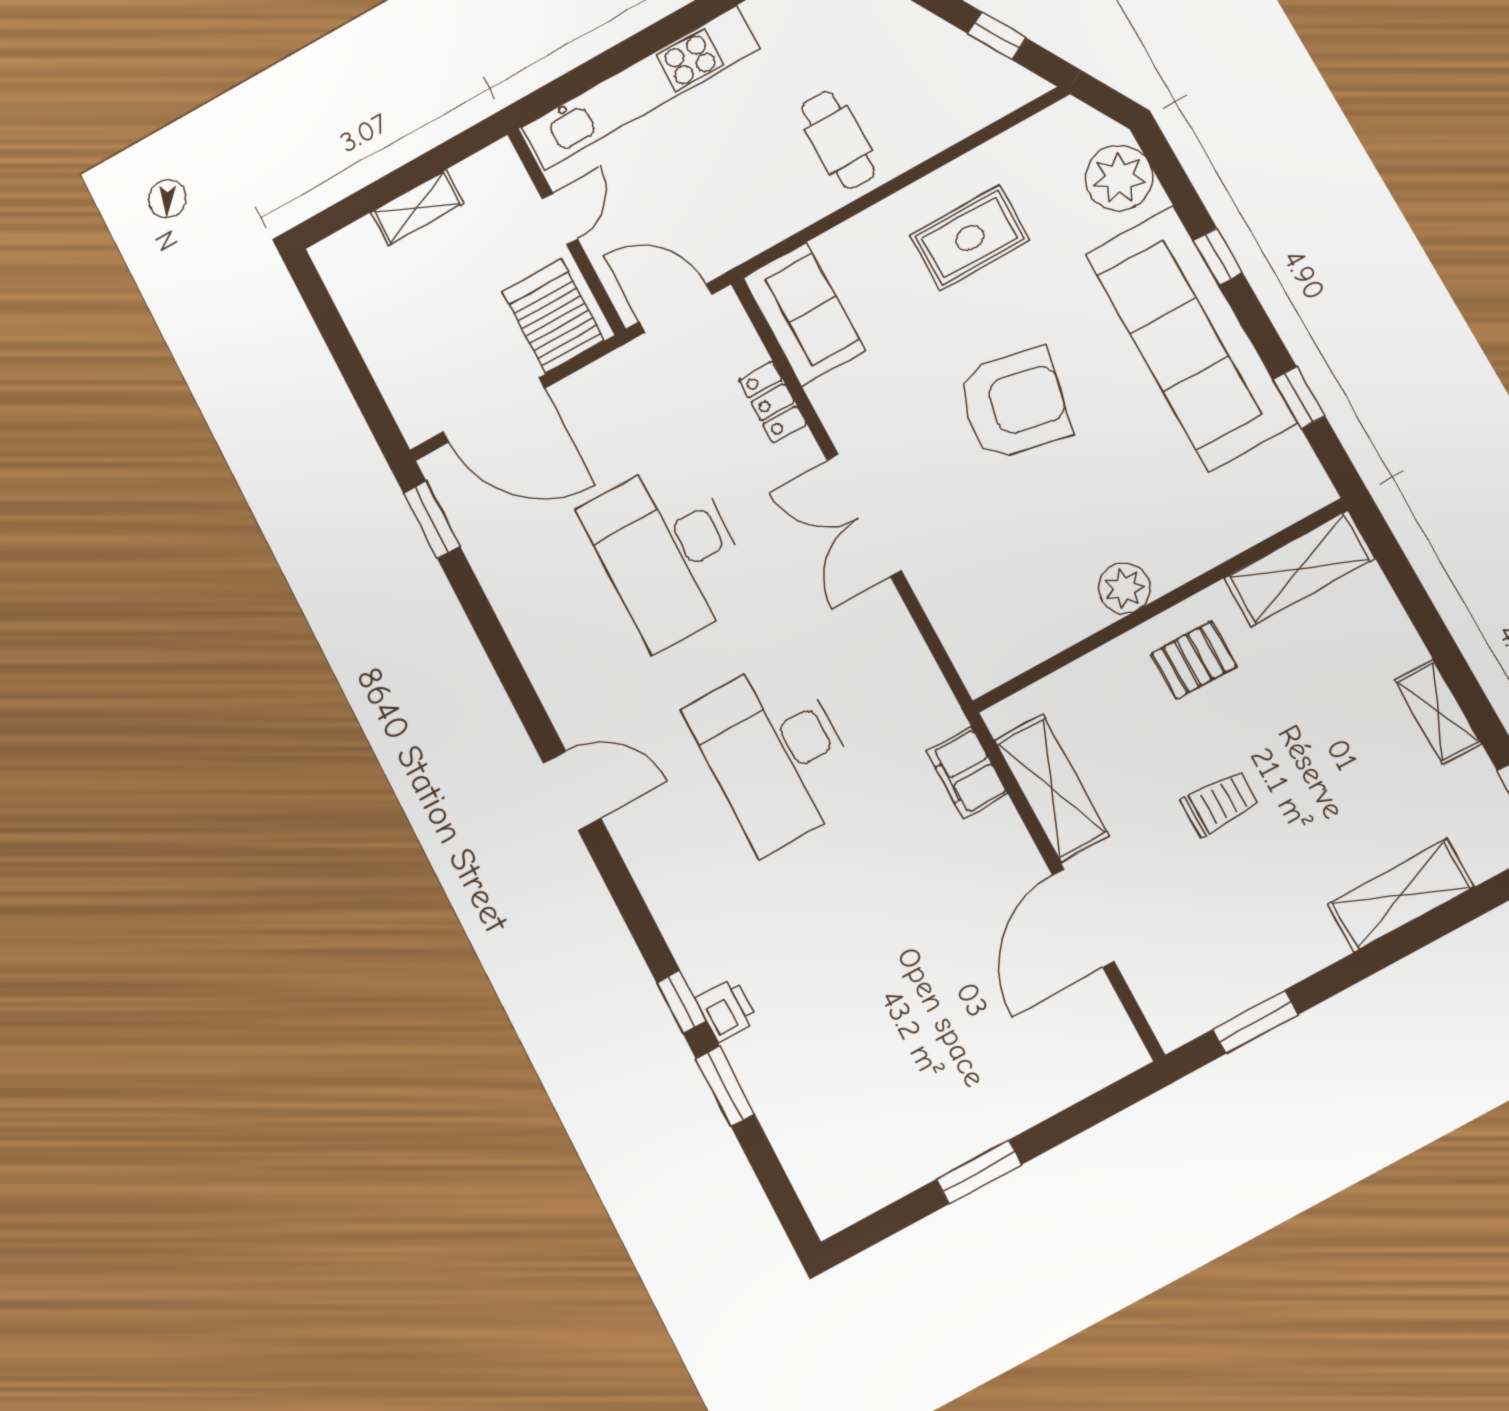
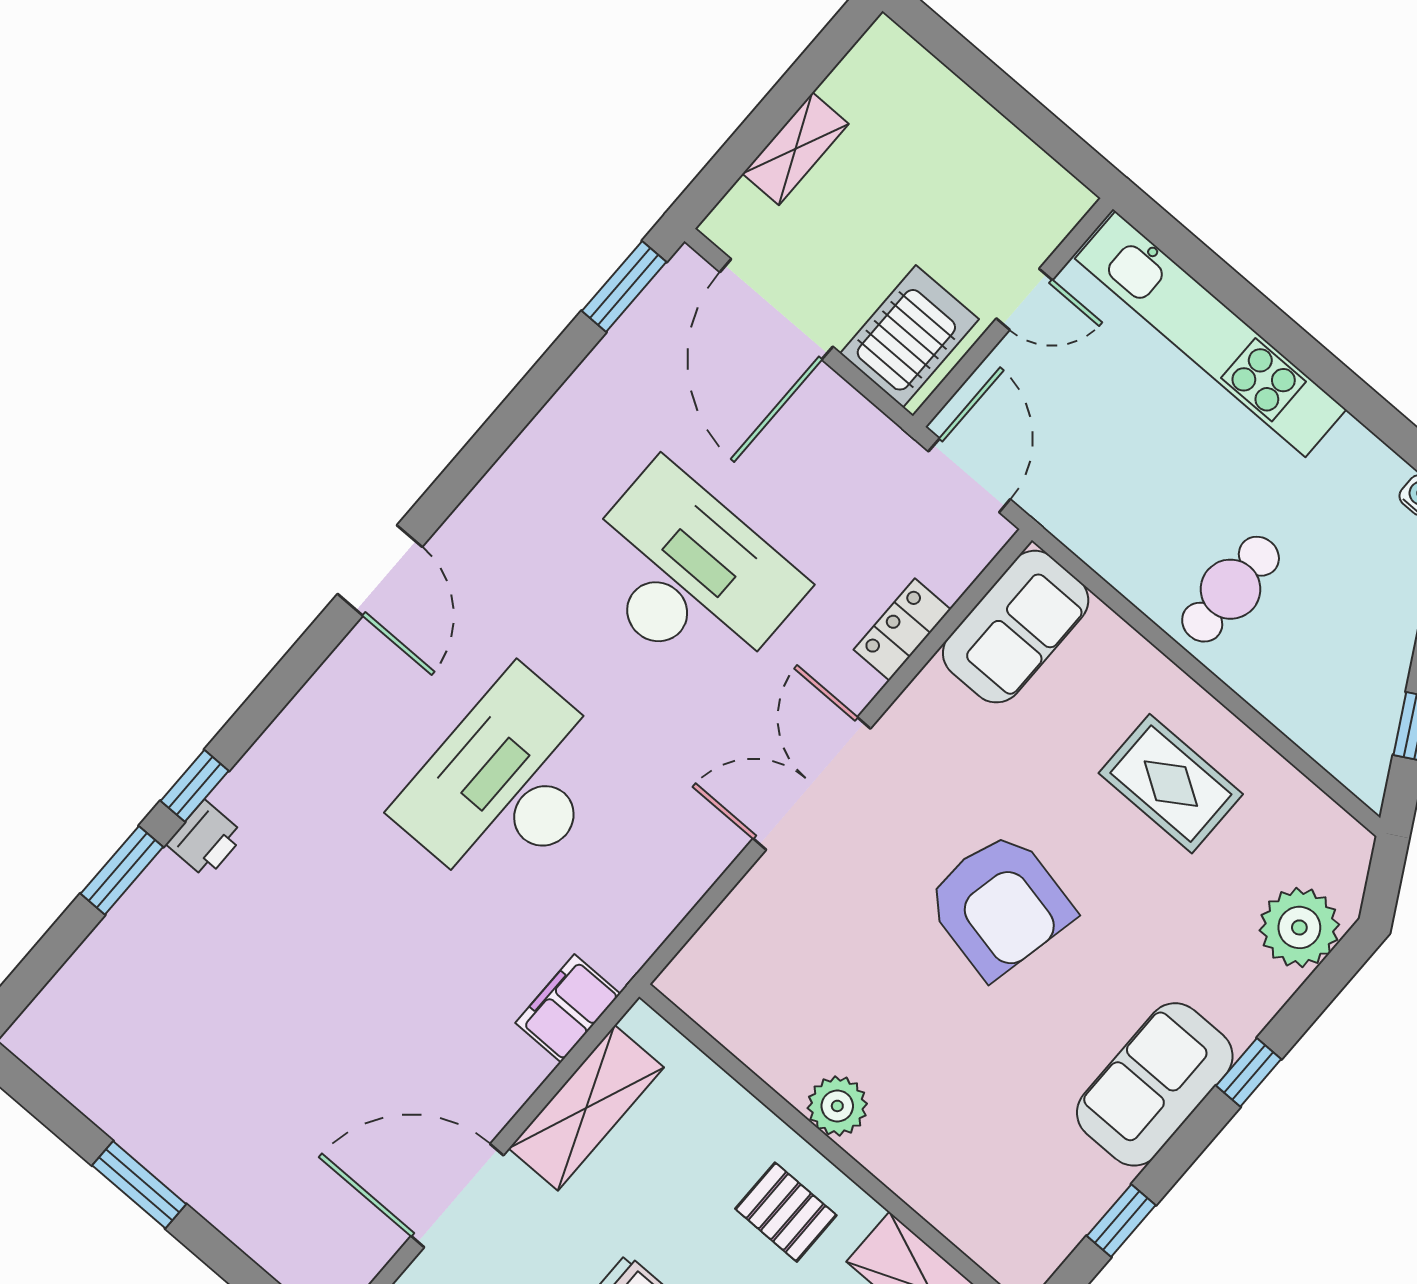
shelving: (417, 208) -> (796, 149), moved, turned 90
sofa: (1191, 338) -> (1155, 1084), width x0.54, depth x0.79
desk: (668, 552) -> (688, 576), turned 90

